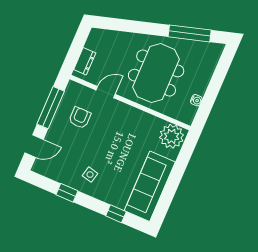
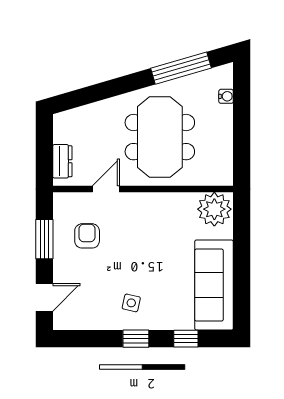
water cooler: (196, 100) -> (226, 96), moved
window: (51, 108) -> (44, 239), width x0.69
window: (67, 193) -> (136, 339), moved

